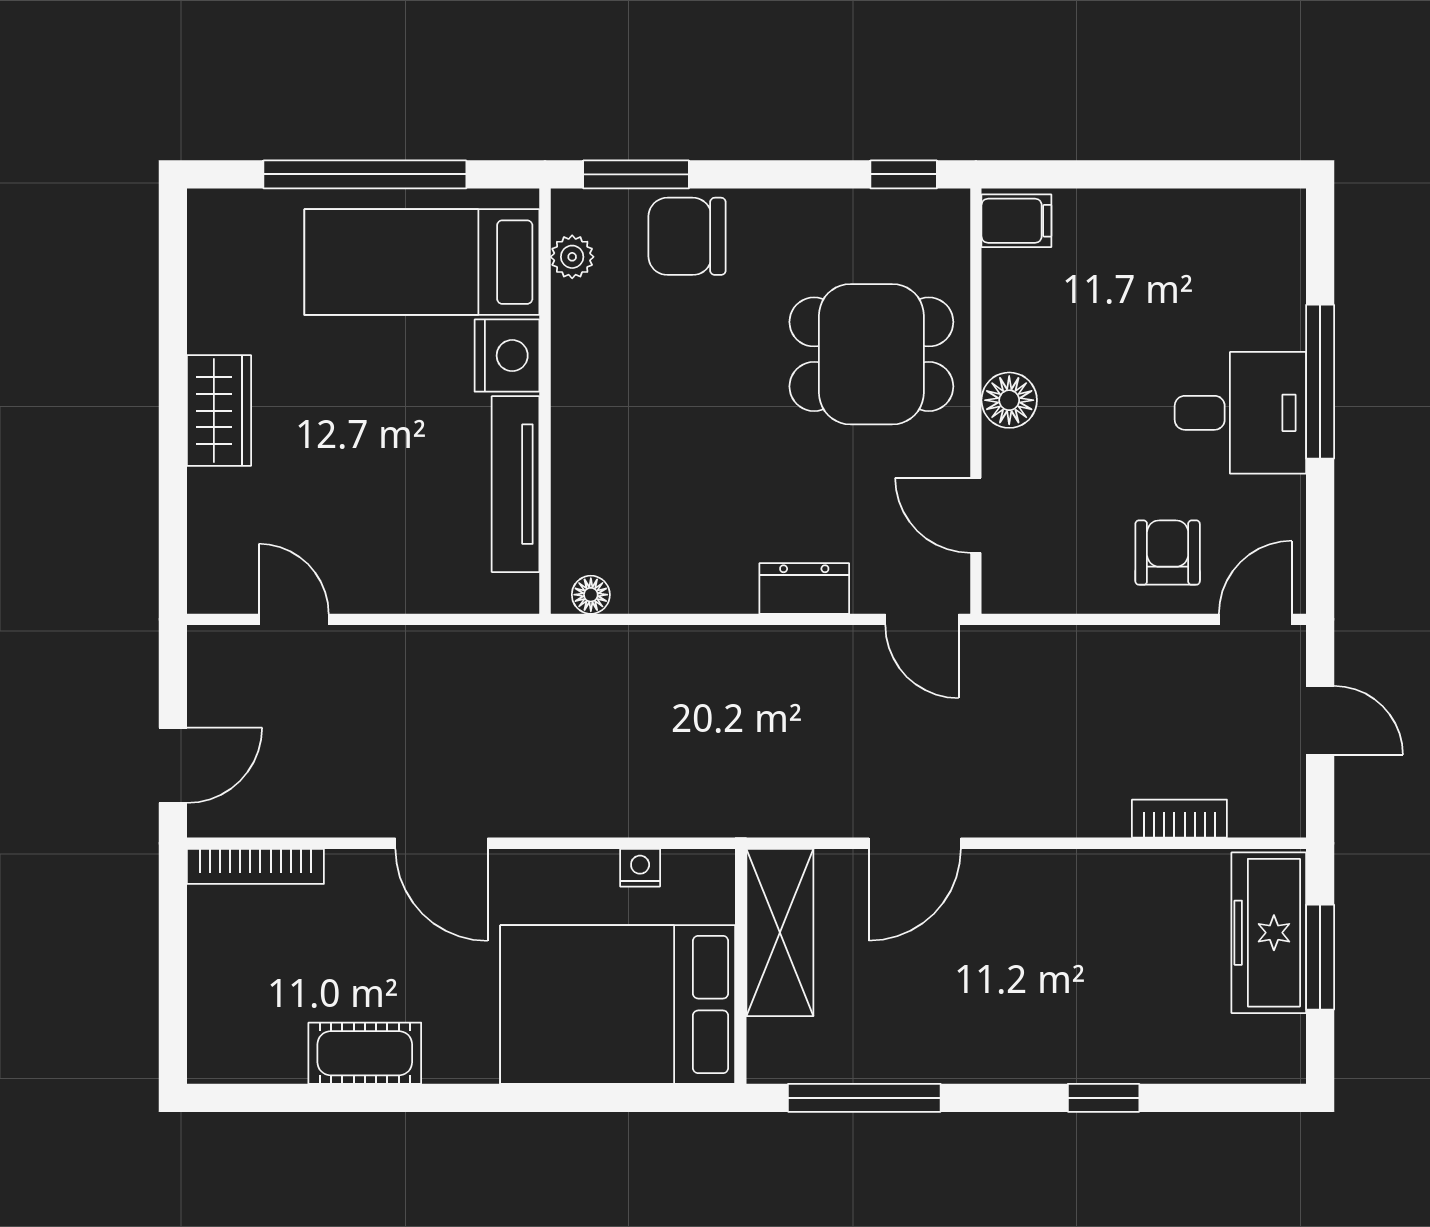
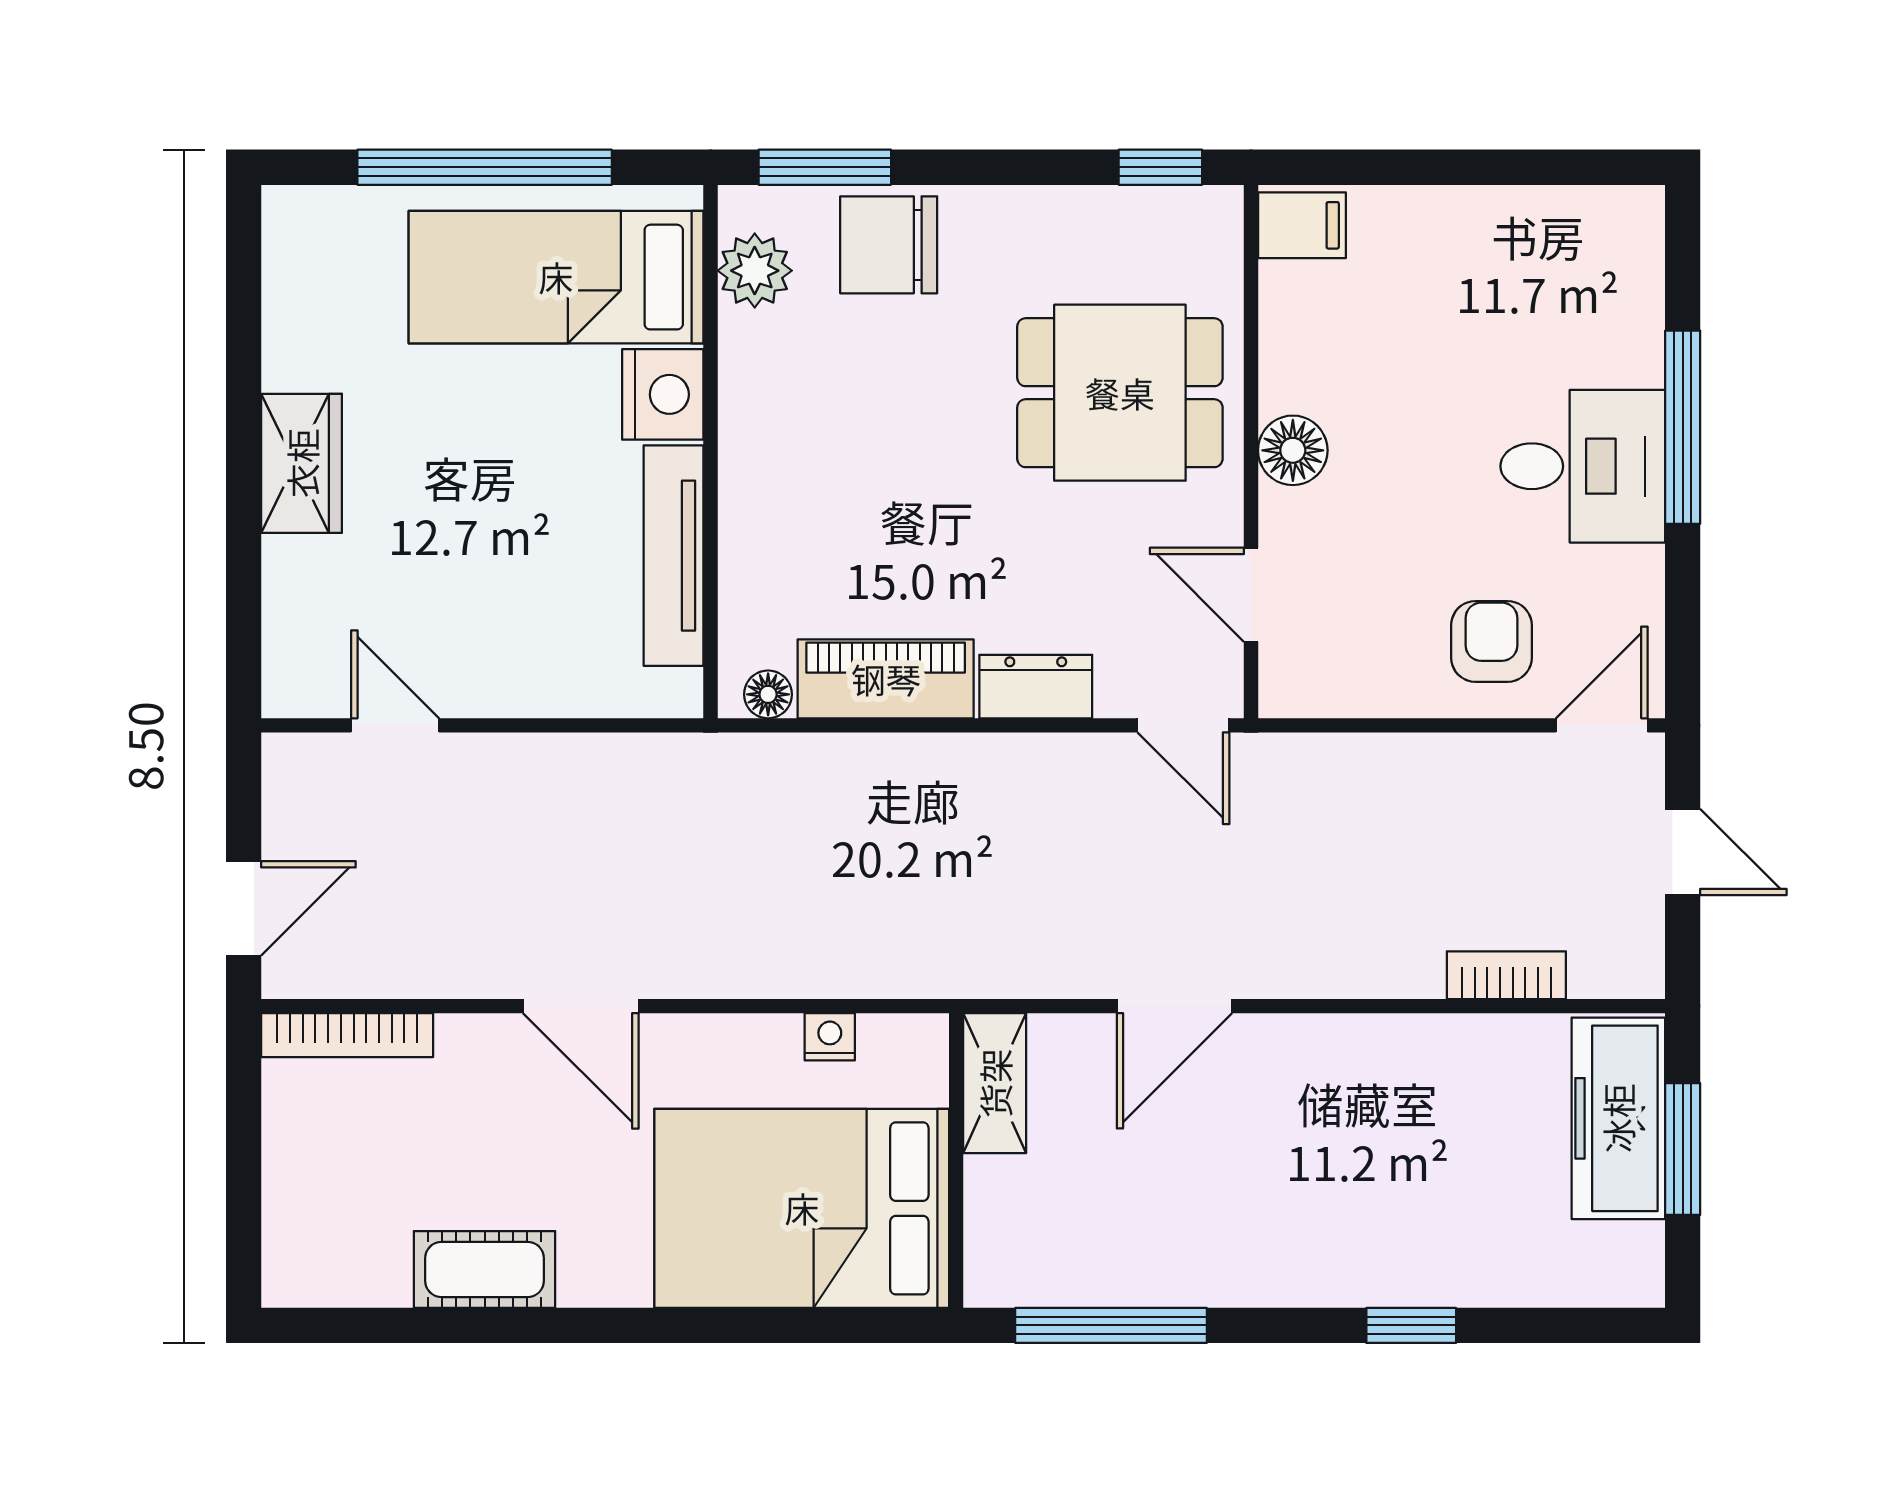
plant: (572, 257) -> (755, 271), width x1.38, depth x1.38
piano: (685, 582) -> (886, 679), added
shelving: (780, 933) -> (995, 1083), width x0.67, depth x0.75

